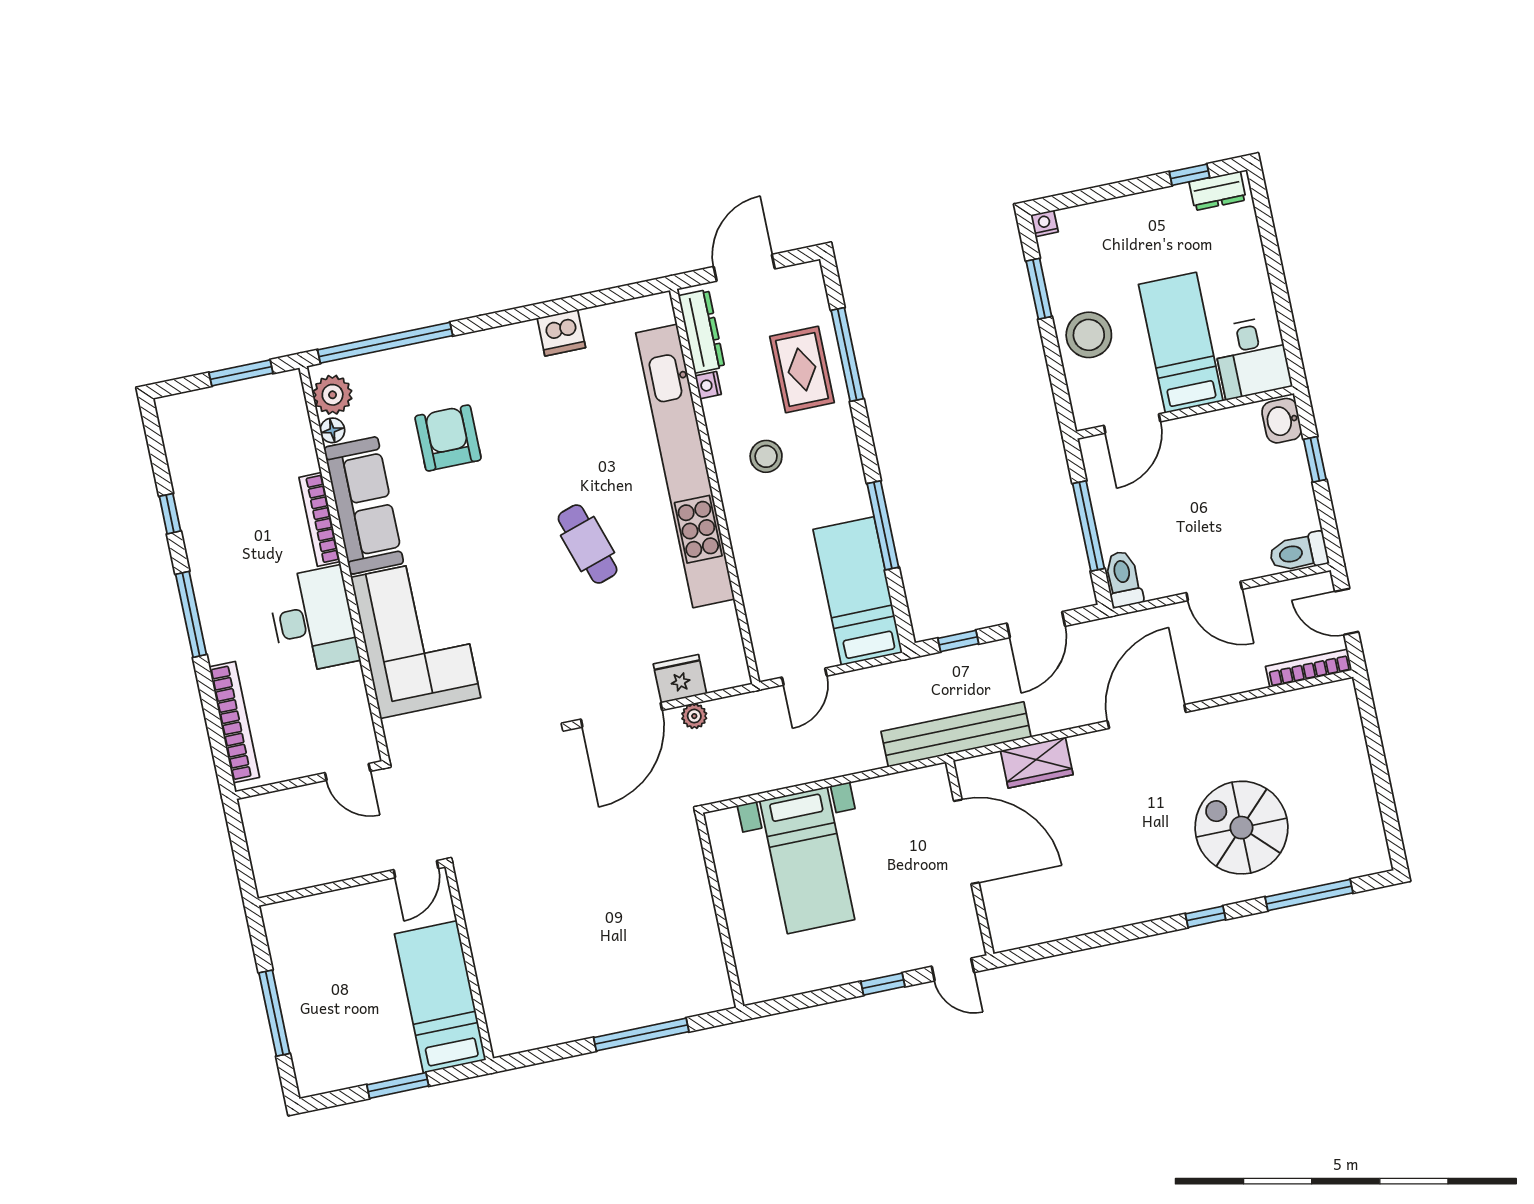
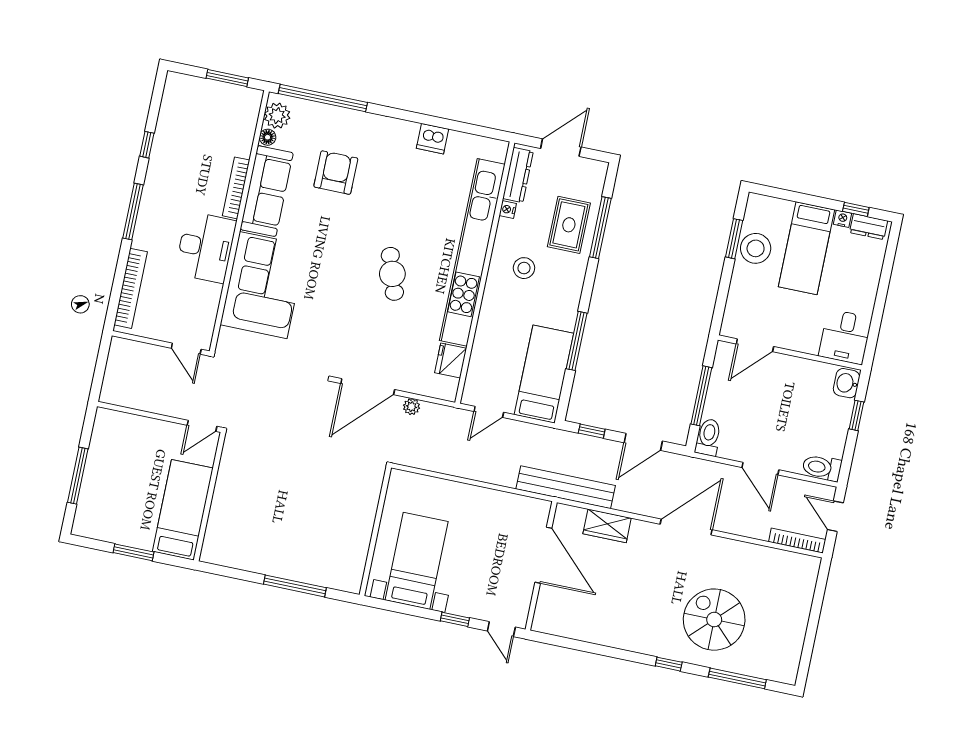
nightstand: (1044, 223) -> (843, 219), moved
stool: (1089, 335) -> (756, 248), moved
bed: (1181, 343) -> (806, 248), moved, turned 180
fridge: (680, 679) -> (451, 360), moved, turned -90
bed with nightstands: (807, 860) -> (417, 561), moved, turned 180

